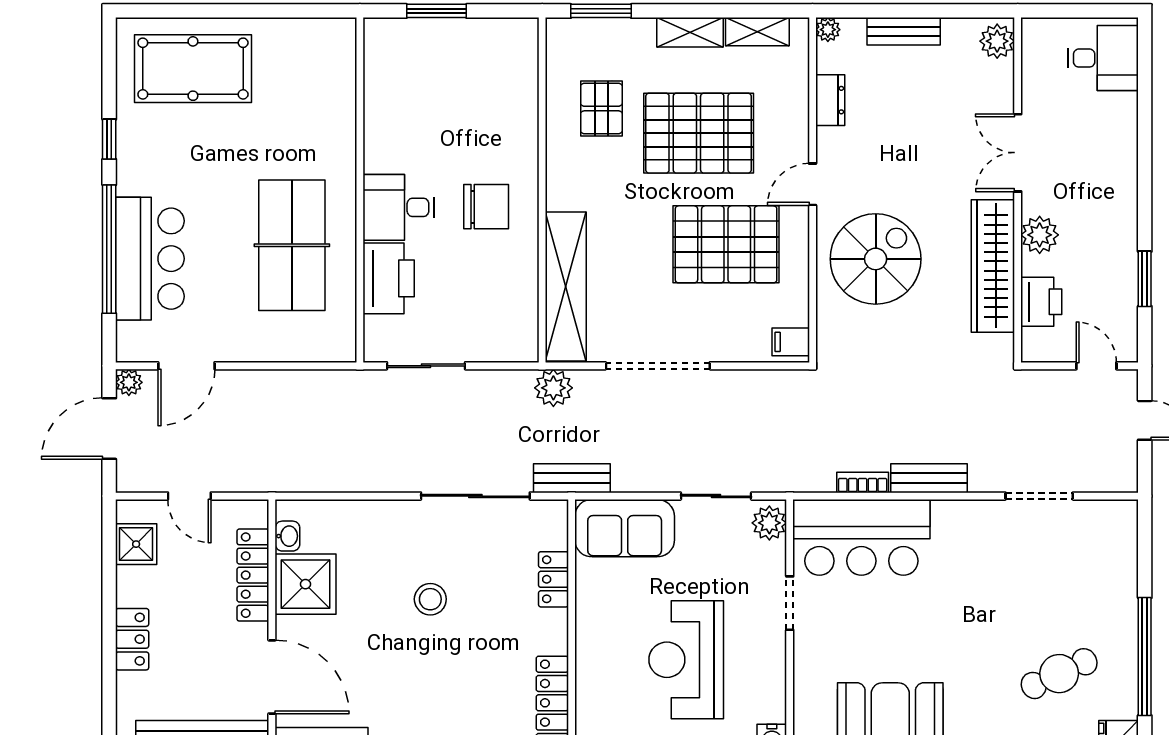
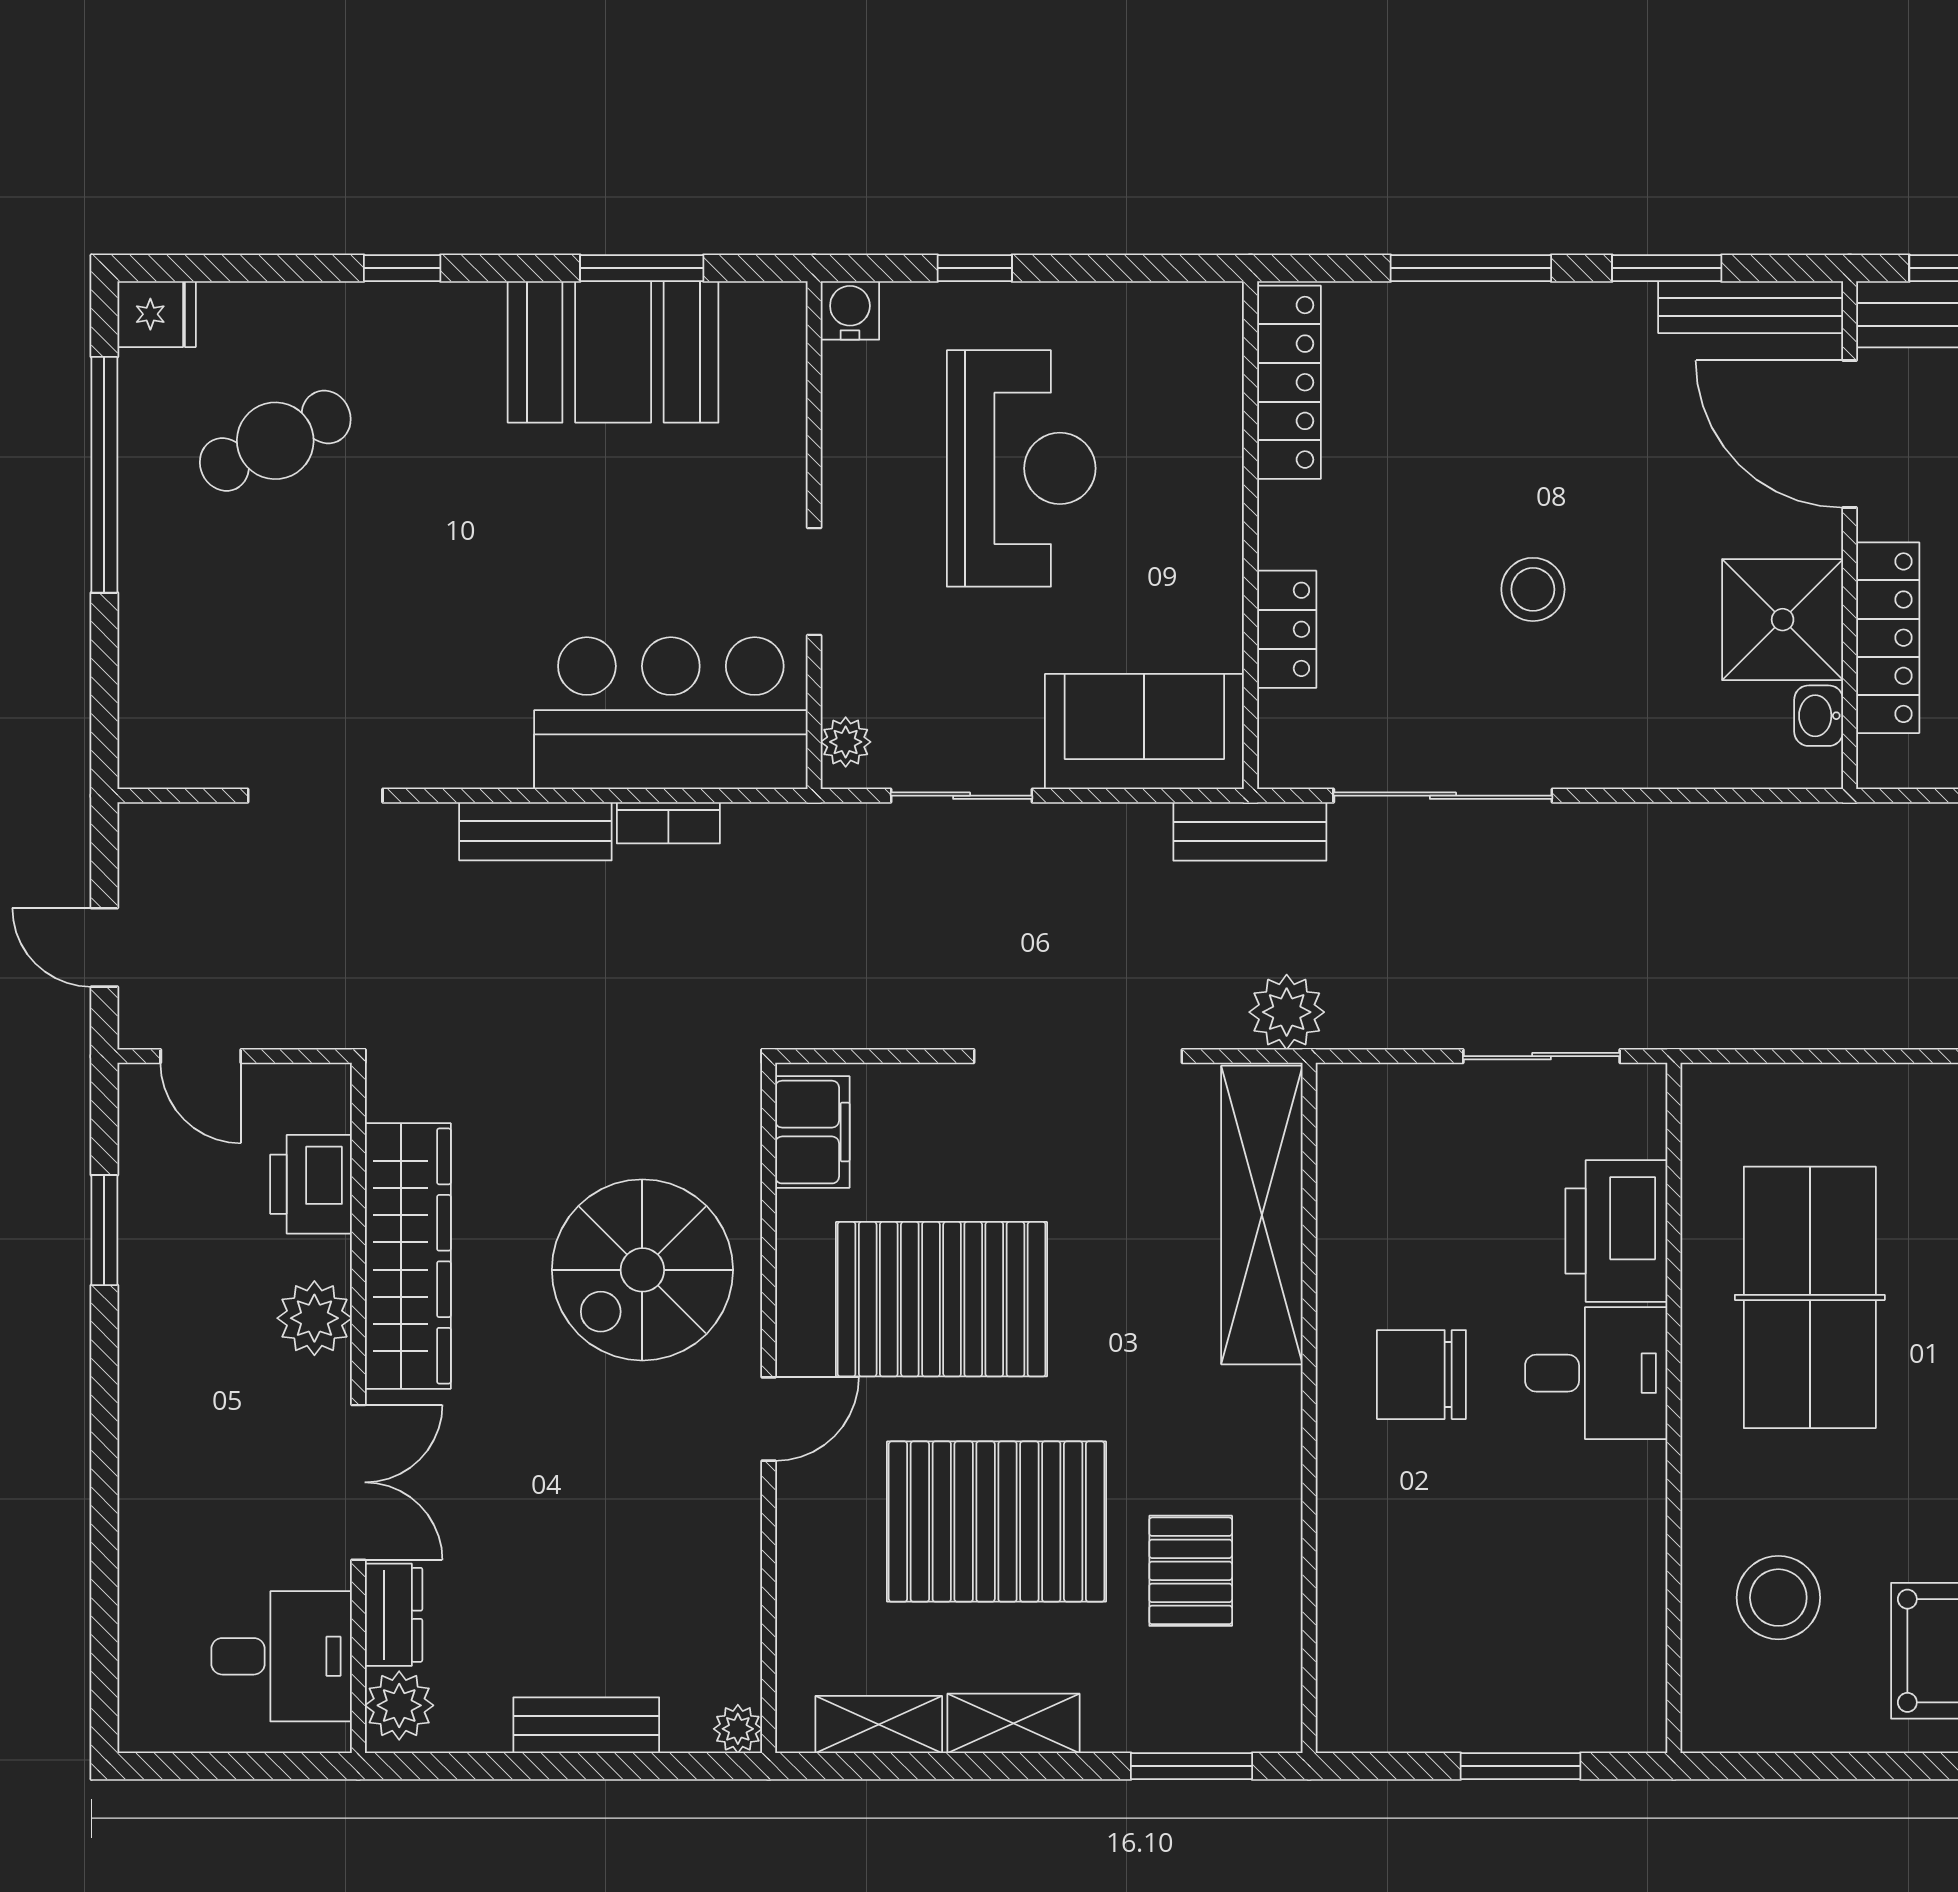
desk: (1103, 58) -> (282, 1656), moved, turned 180
stool: (308, 95) -> (1778, 1598), added
dresser: (830, 100) -> (394, 1615), moved, turned 180
filing cabinet: (791, 342) -> (812, 1132), width x2.00
plant: (769, 523) -> (846, 742), width x0.73, depth x0.73

